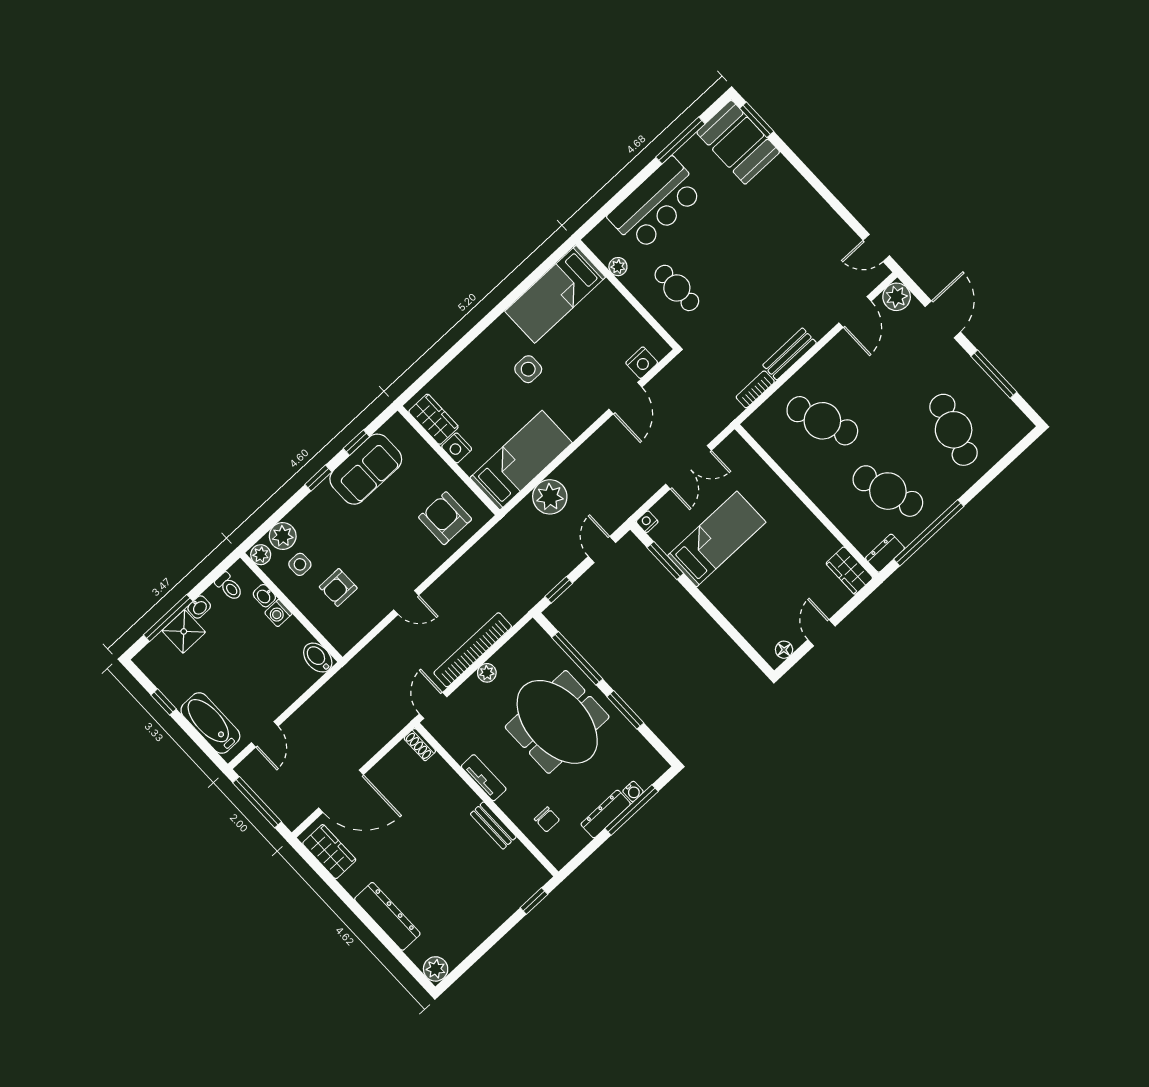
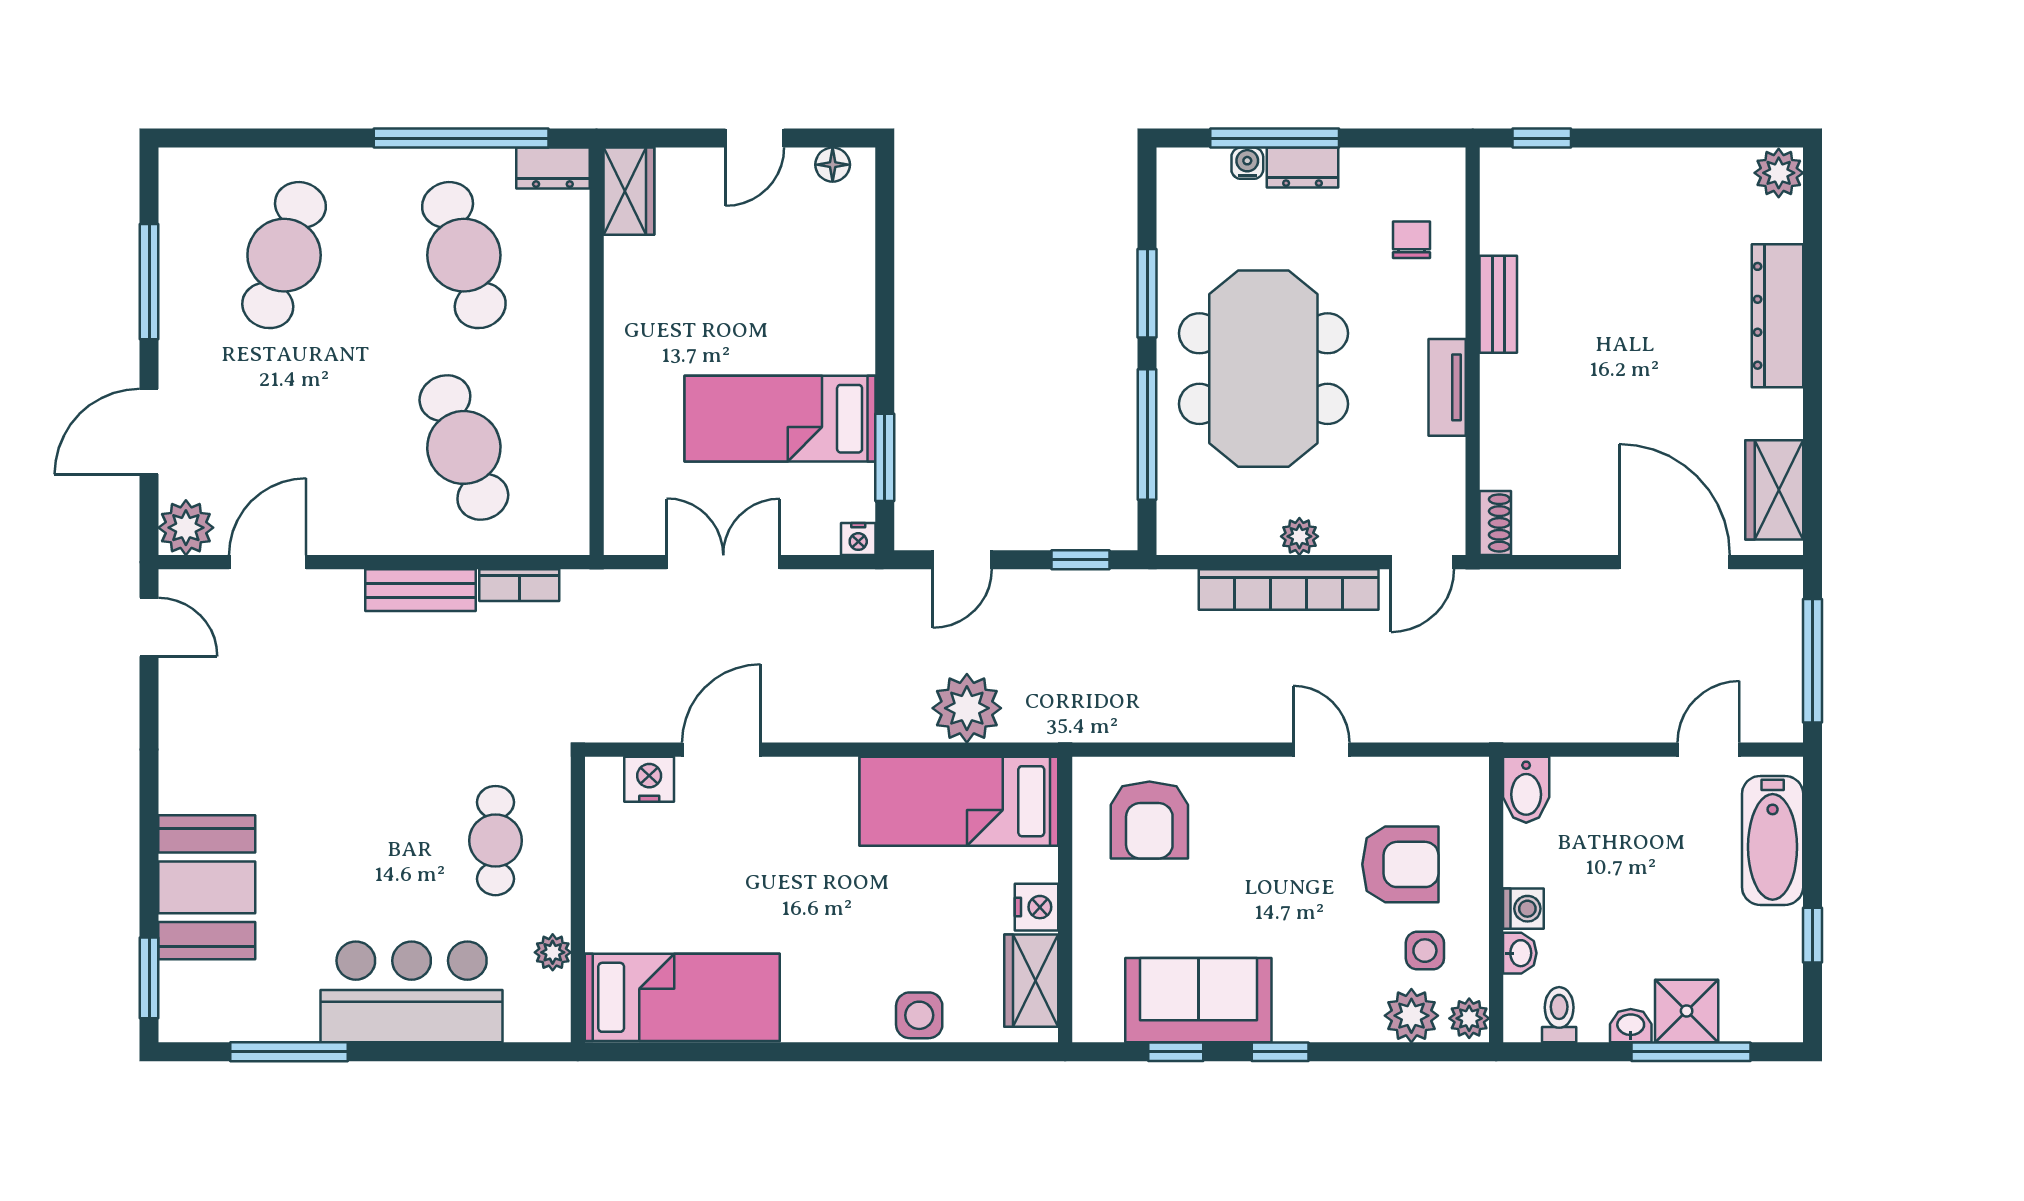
booth: (738, 142) -> (207, 887), moved
side table: (528, 369) -> (919, 1015), moved
armchair: (338, 587) -> (1400, 864), width x1.38, depth x1.38
dresser: (606, 814) -> (1302, 168), width x0.70

